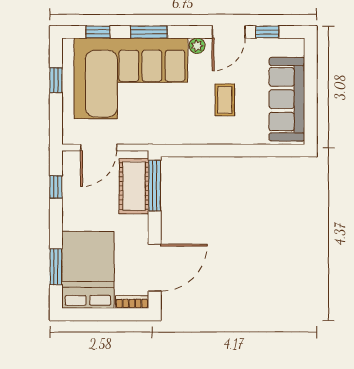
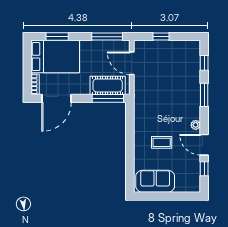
corner sofa: (131, 78) -> (175, 83), removed
window: (56, 80) -> (161, 37), moved
sofa: (287, 99) -> (155, 181), width x0.73
window: (56, 187) -> (107, 37), width x2.17
door: (155, 268) -> (57, 98), hinge flipped

